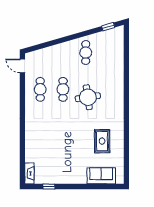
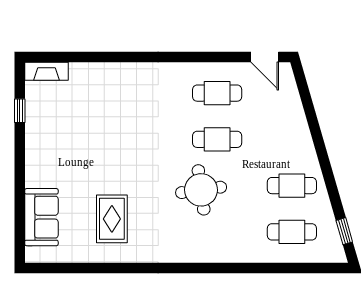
cafe table: (108, 53) -> (292, 232), added
door: (22, 66) -> (265, 57), swing flipped
rug: (102, 141) -> (112, 219), turned 90

